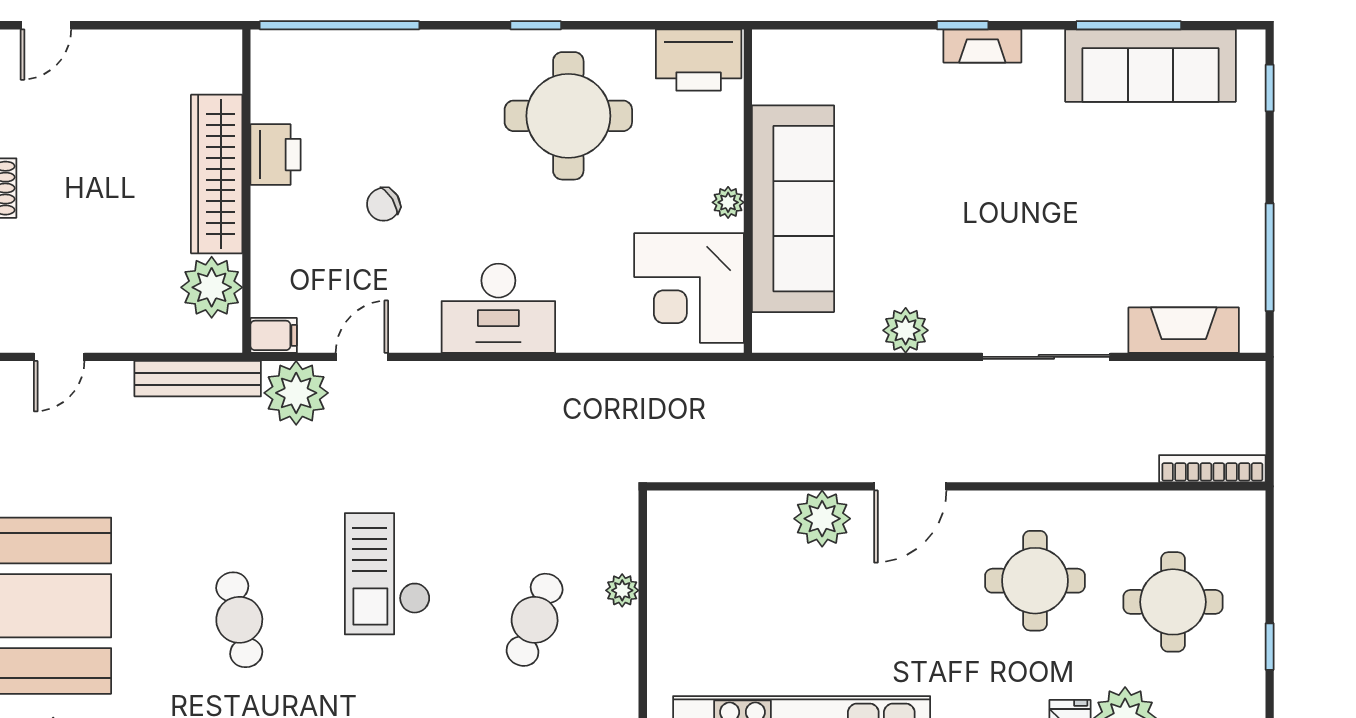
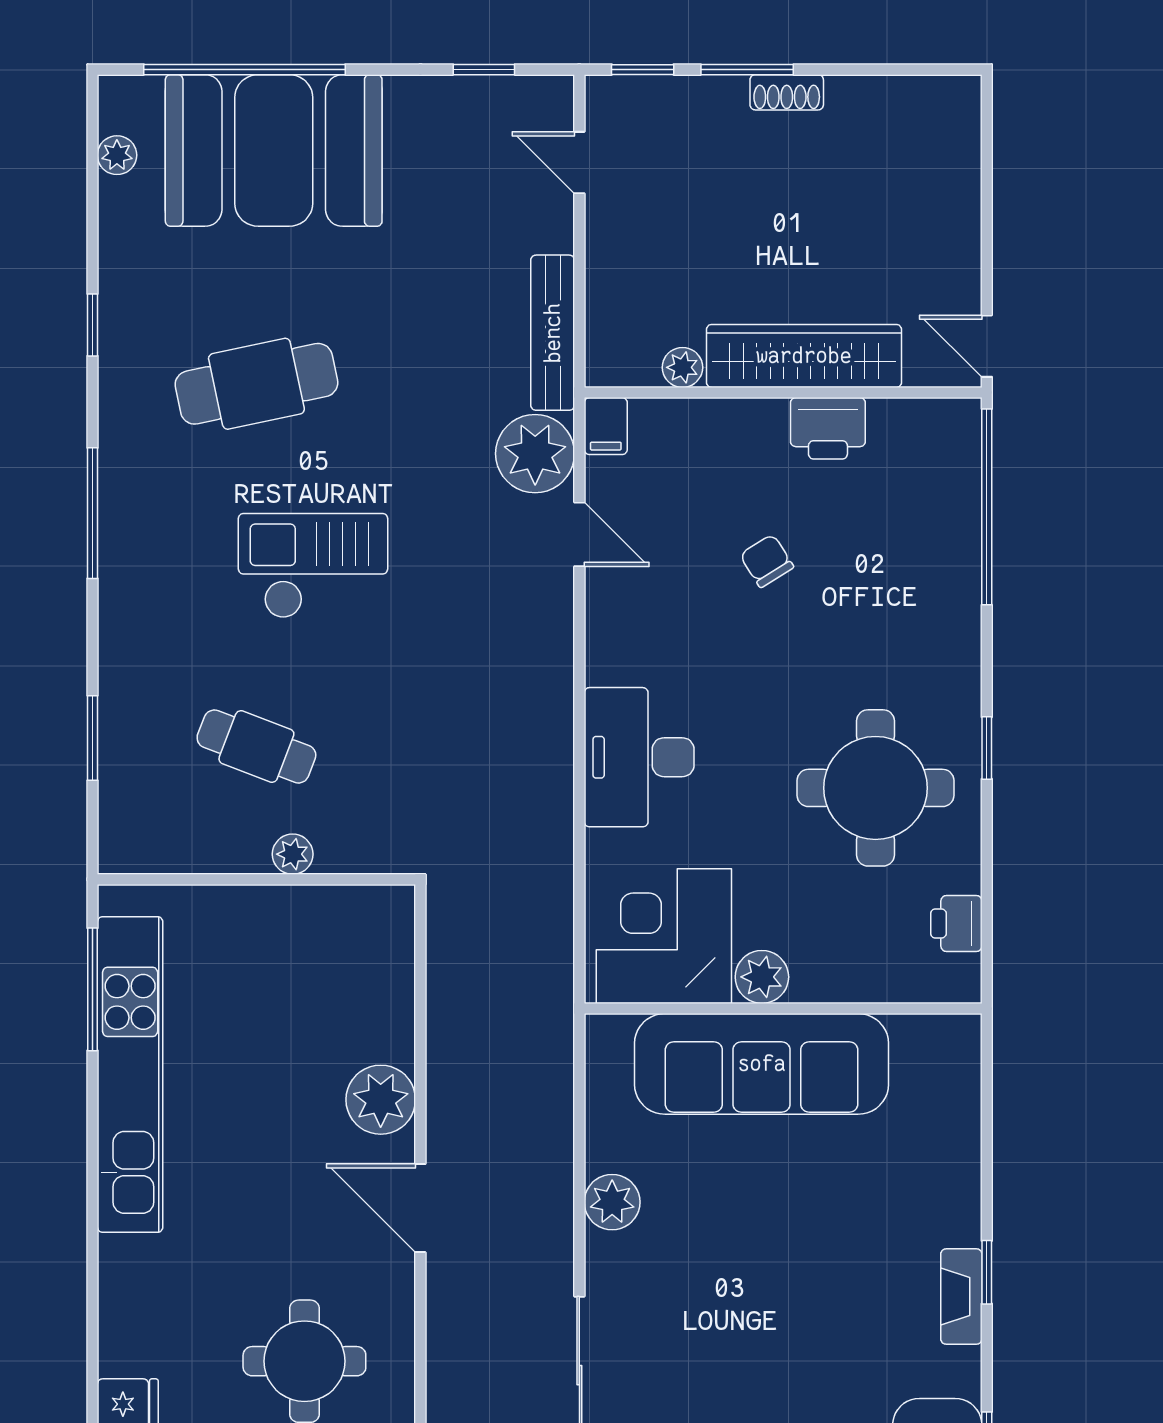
door: (46, 25) -> (987, 346), moved
printer: (699, 60) -> (956, 924), width x0.53, depth x0.68
plant: (728, 202) -> (762, 977), width x1.38, depth x1.38
plant: (212, 287) -> (682, 367), width x0.53, depth x0.53
desk: (498, 308) -> (639, 757), moved
cafe table: (239, 620) -> (256, 384), width x1.37, depth x1.35

